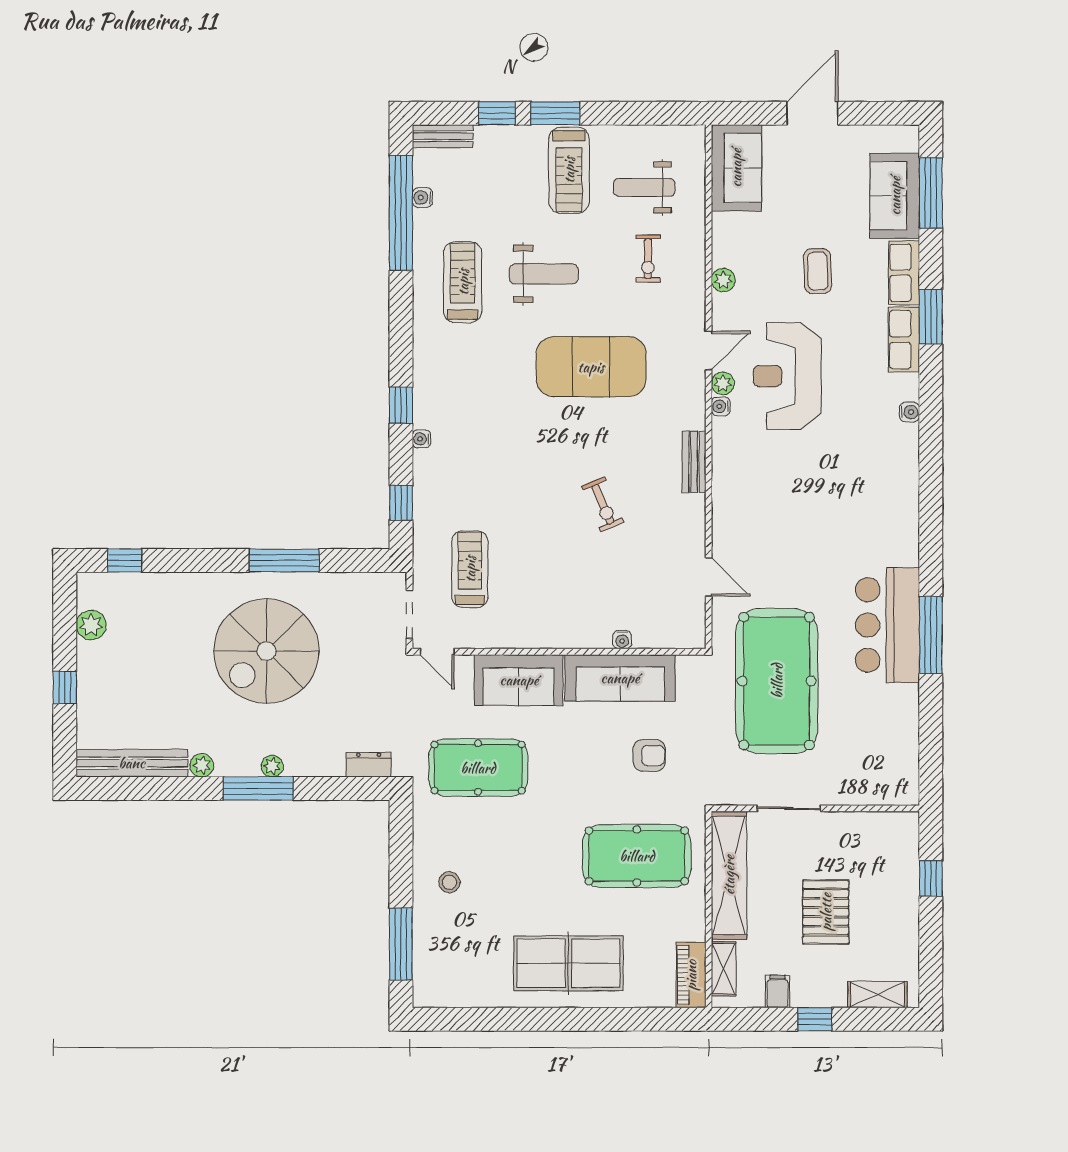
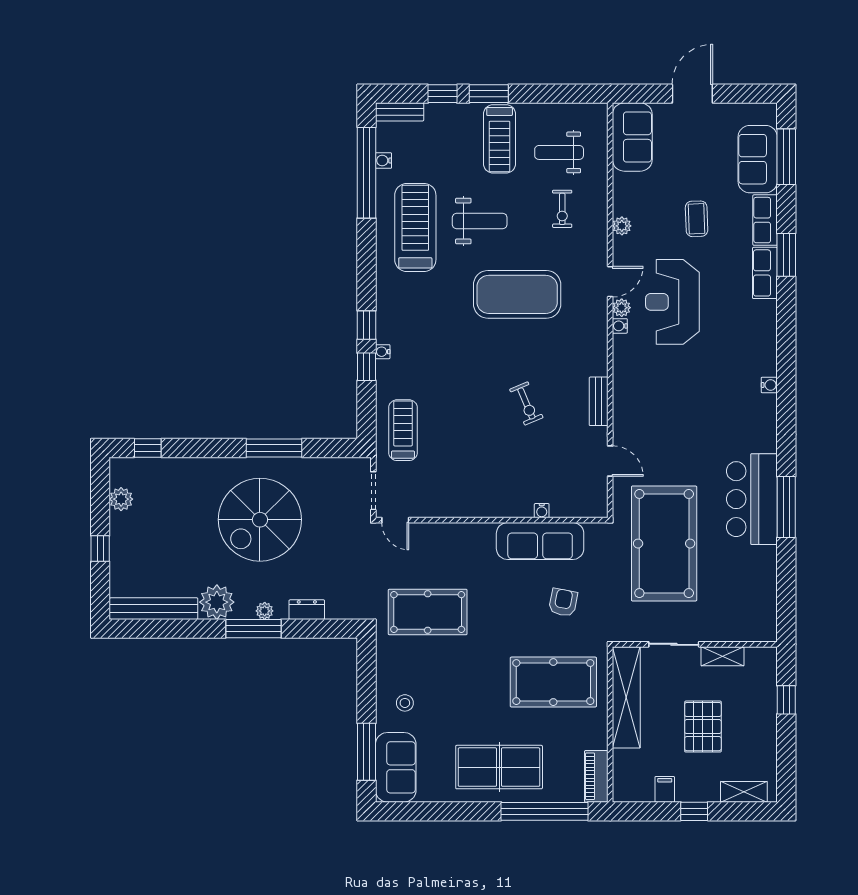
treadmill: (463, 282) -> (415, 227), width x1.37, depth x1.37
water cooler: (909, 412) -> (769, 385), moved
bench: (694, 462) -> (599, 401), moved
window: (401, 503) -> (366, 367), moved
treadmill: (470, 569) -> (403, 430), moved
sofa: (519, 680) -> (396, 767), moved, turned -90
armchair: (649, 755) -> (563, 602), turned -79
plant: (202, 765) -> (217, 602), width x1.88, depth x1.88
dresser: (369, 765) -> (307, 610), moved
shelving: (724, 969) -> (722, 656), moved, turned 90
window: (626, 1019) -> (544, 811), added

